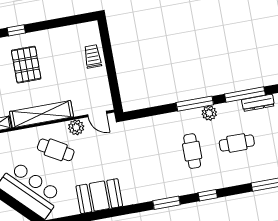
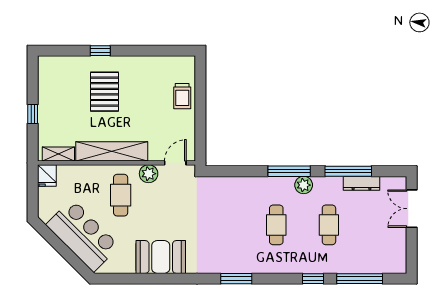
trolley: (93, 56) -> (182, 96), turned 180
door: (97, 114) -> (175, 163), swing flipped
cafe table: (237, 143) -> (329, 225), turned 90
cafe table: (56, 150) -> (121, 195), turned 60
window: (208, 195) -> (313, 279), moved

